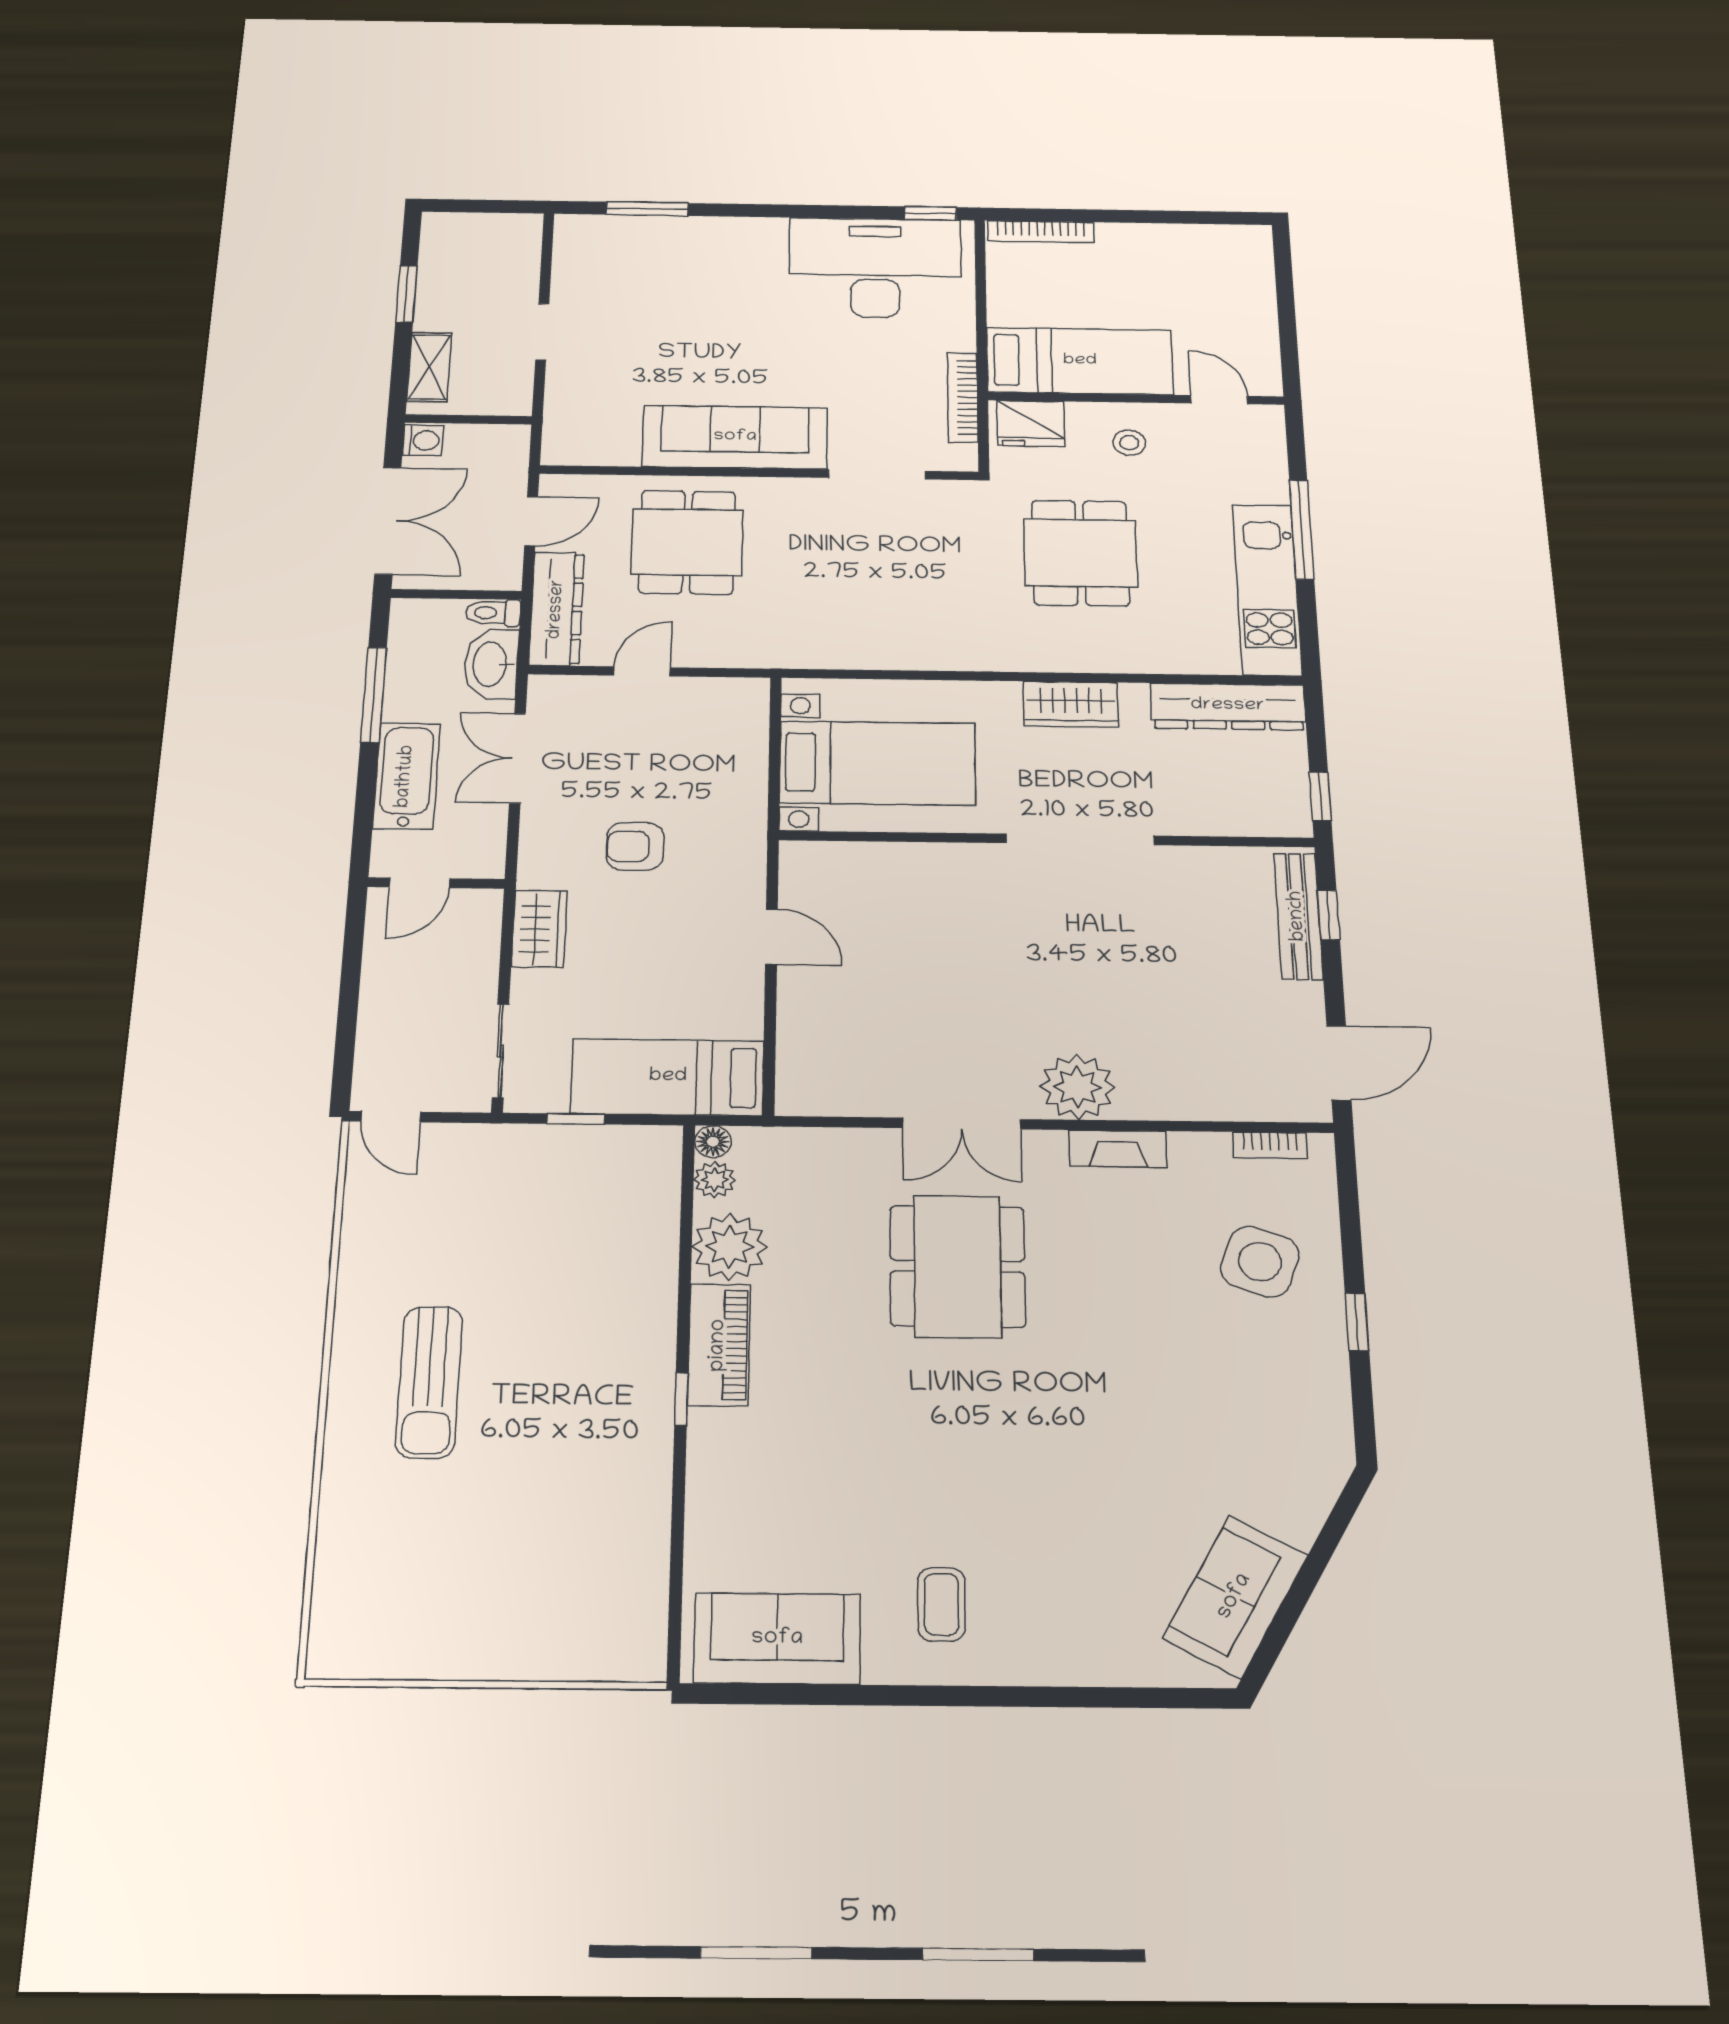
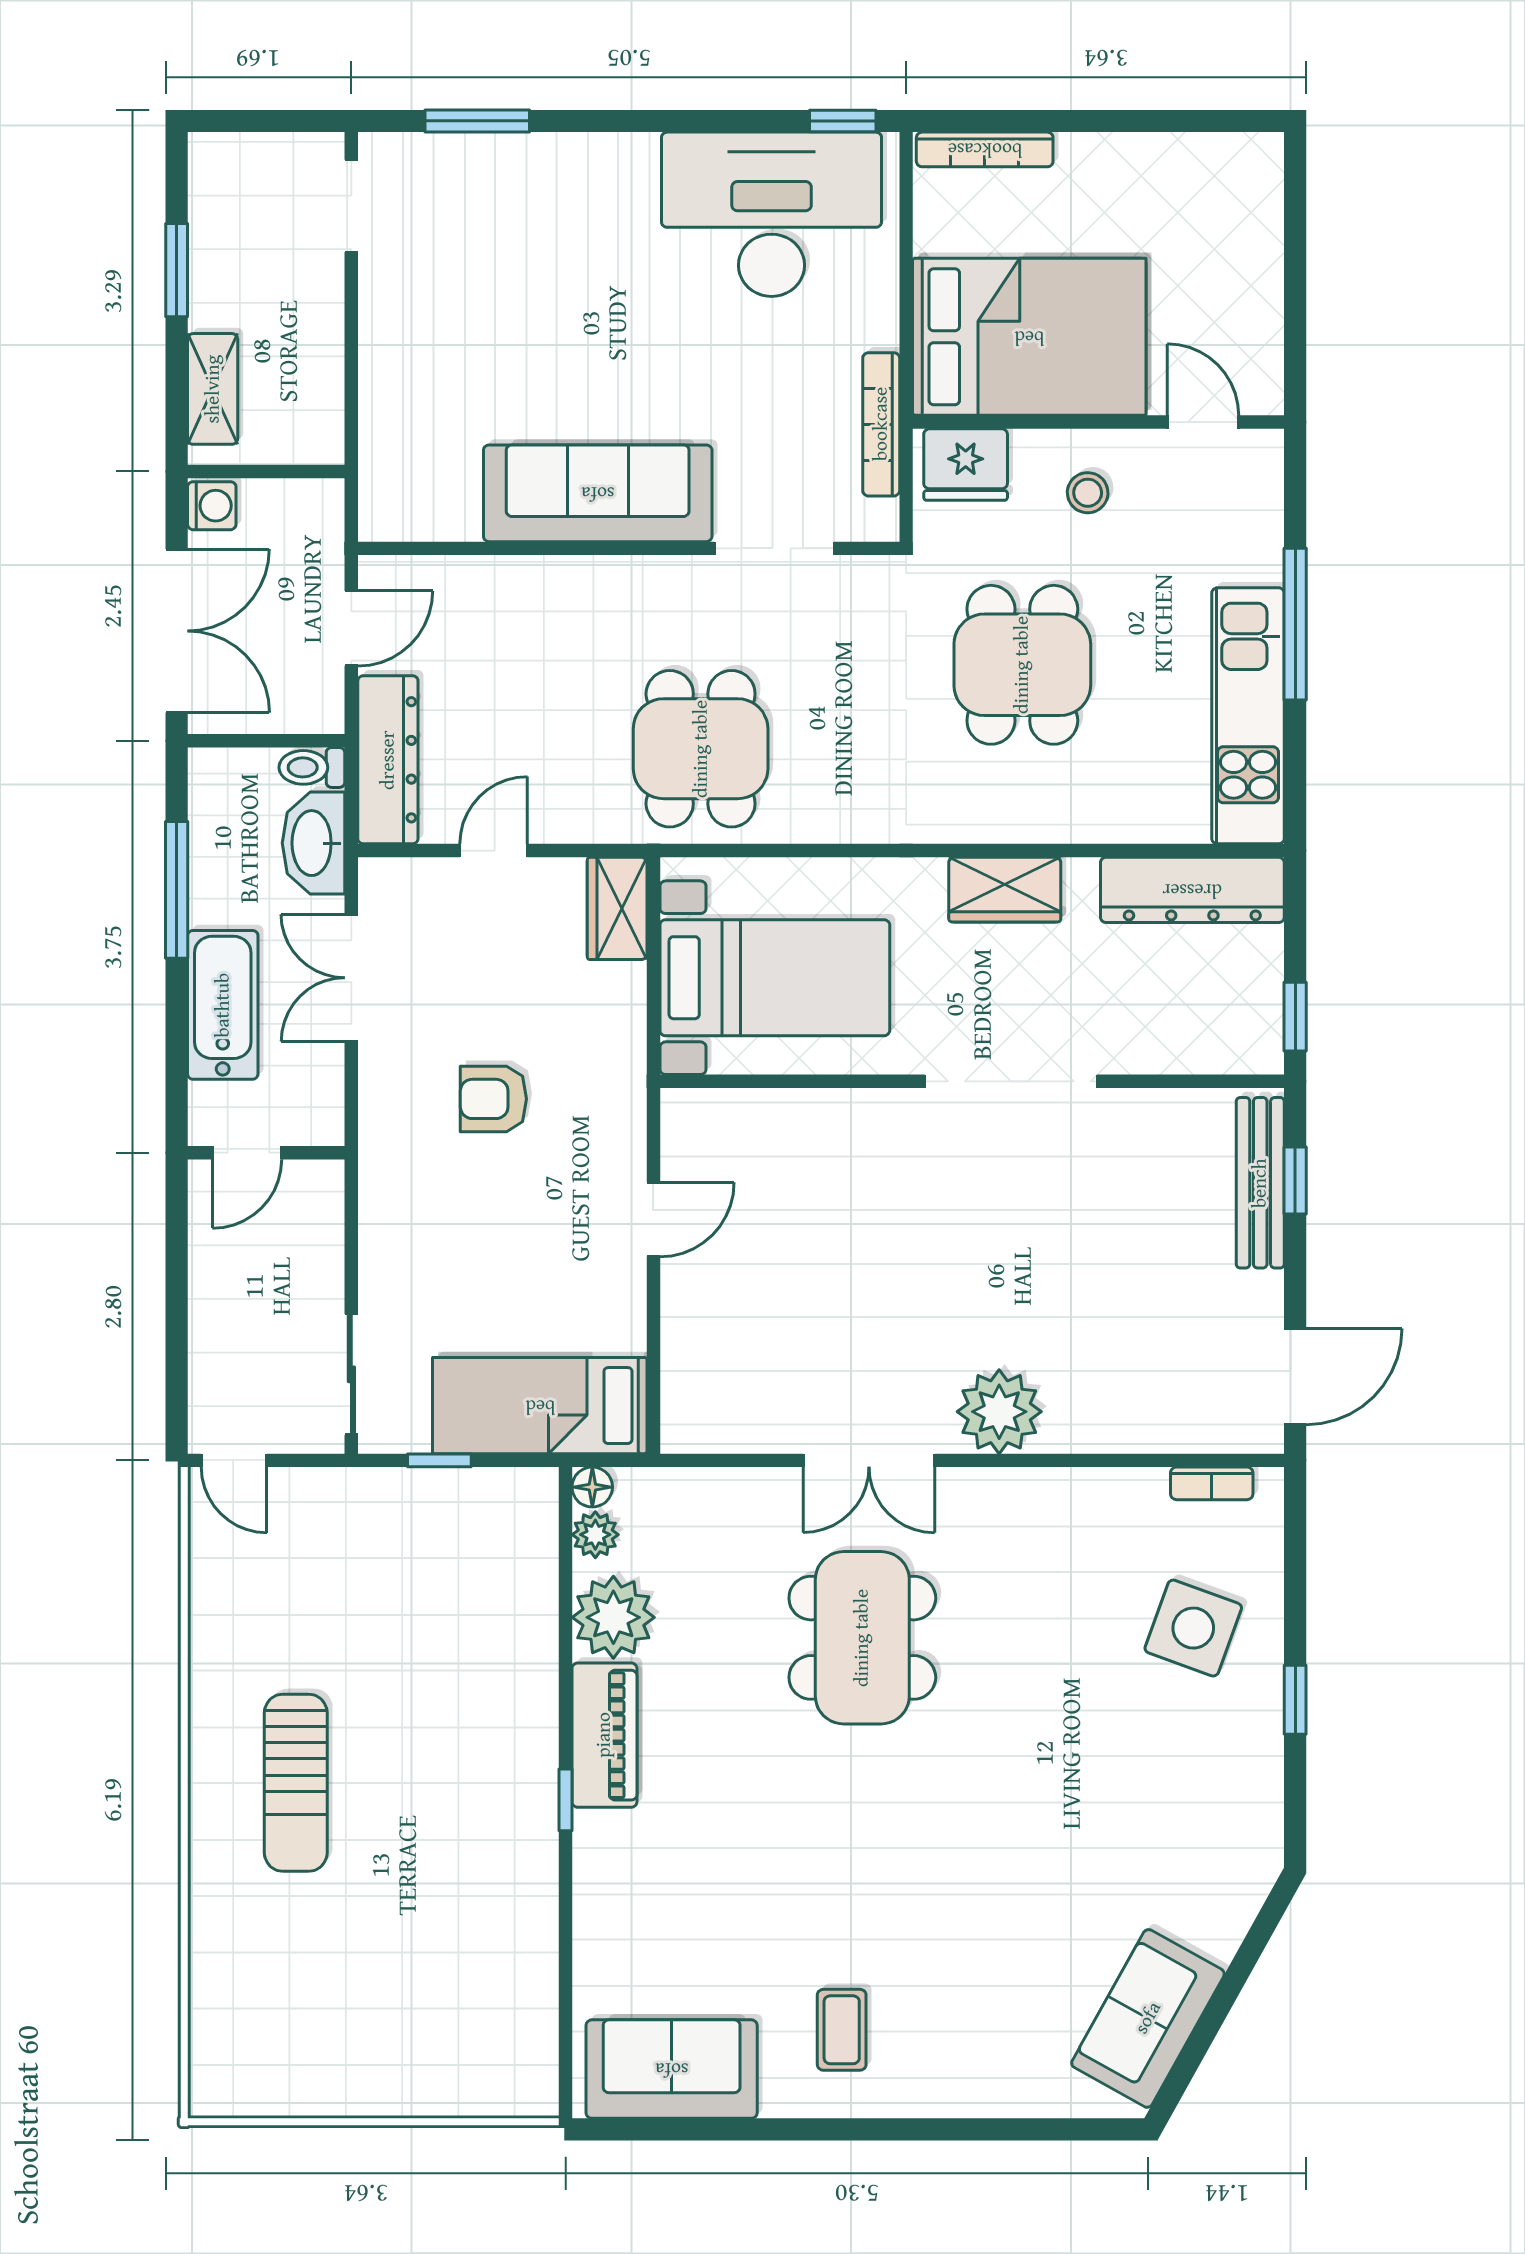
doorway: (542, 332) -> (351, 206), moved
bed: (1080, 361) -> (1029, 337), width x1.50
dining table: (687, 542) -> (701, 749), moved
wardrobe: (539, 929) -> (617, 908), moved, turned 180
door: (771, 937) -> (653, 1220), hinge flipped
fireplace: (1118, 1149) -> (1042, 1490), removed

